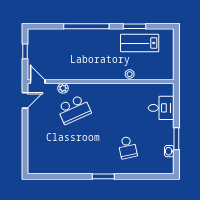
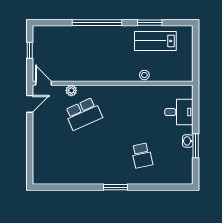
washbasin: (169, 151) -> (188, 141), moved

